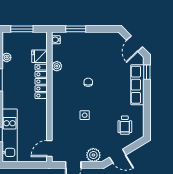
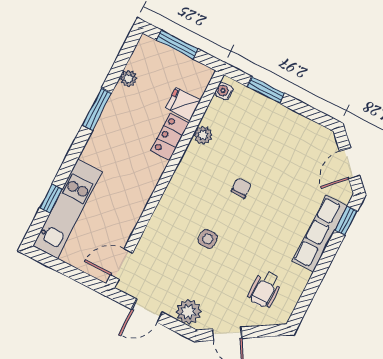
locker: (41, 81) -> (170, 137), width x0.66

